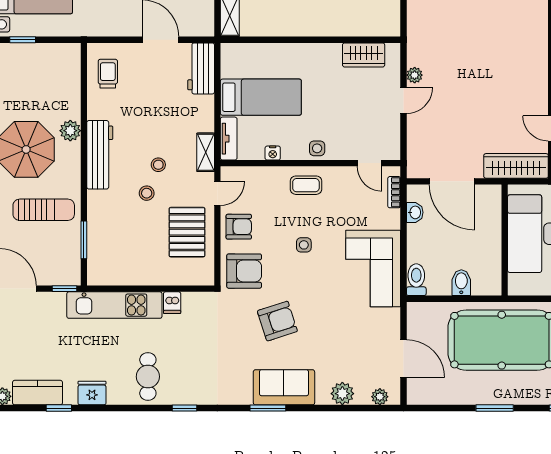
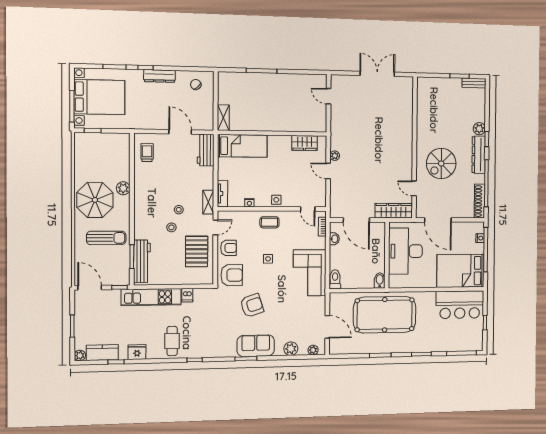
bed: (261, 97) -> (242, 146), moved
door: (404, 100) -> (328, 171), swing flipped
workbench: (100, 155) -> (142, 261), moved
bidet: (461, 283) -> (380, 281), moved

